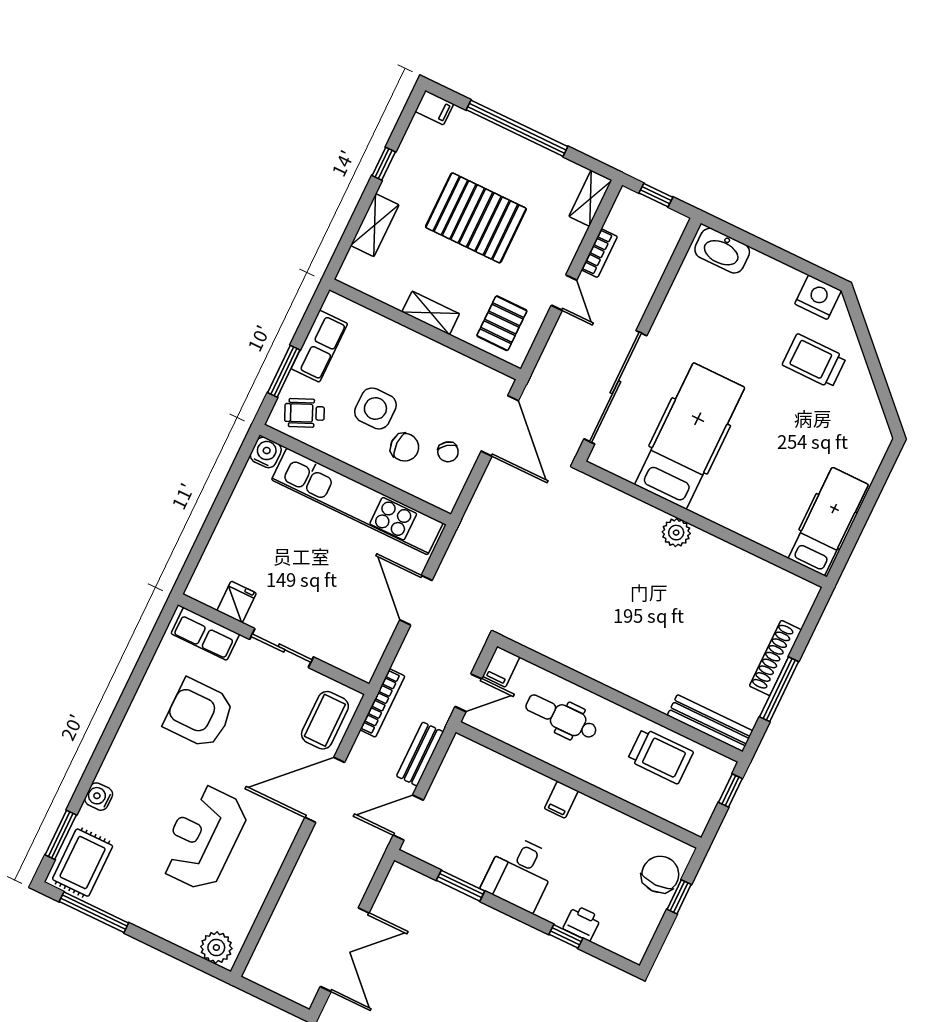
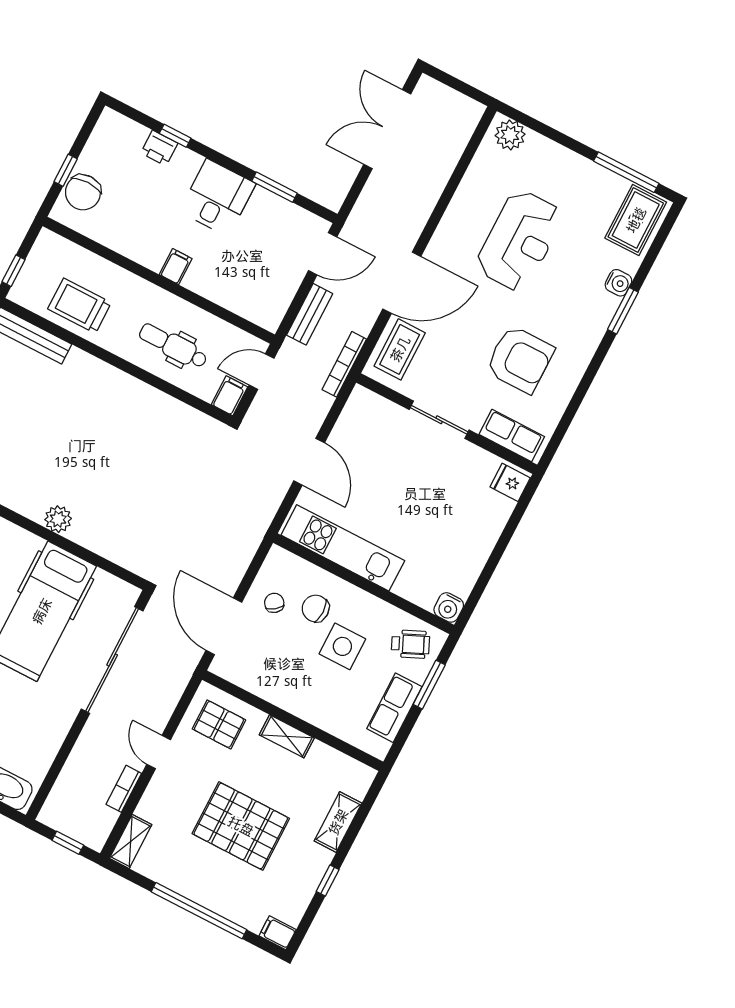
pallet: (502, 323) -> (219, 724), turned 90
kitchen unit: (357, 501) -> (343, 548), width x0.73
fridge: (237, 602) -> (510, 482), moved, turned 90
dental chair: (561, 717) -> (173, 346), turned 180
window: (61, 835) -> (623, 311), moved

